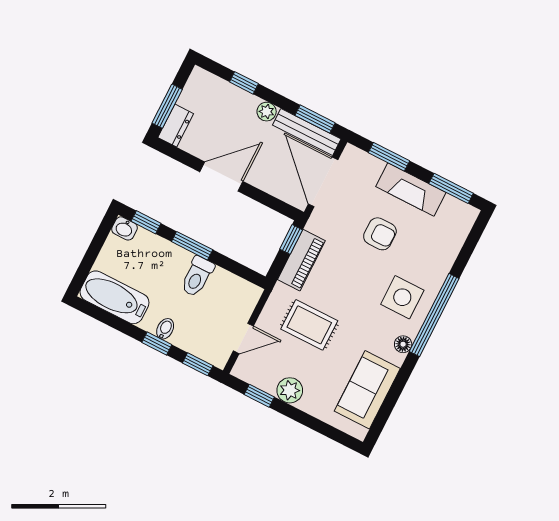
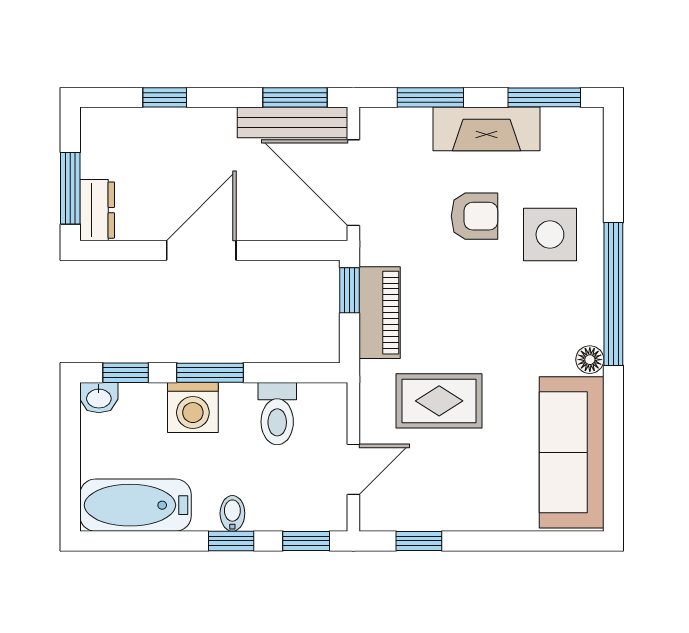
plant: (267, 112) -> (219, 122), removed
washing machine: (173, 260) -> (193, 407), added
toilet: (197, 276) -> (277, 414), moved
side table: (402, 297) -> (550, 235), moved
plant: (290, 390) -> (459, 511), removed
sofa: (367, 390) -> (572, 452), width x1.36

